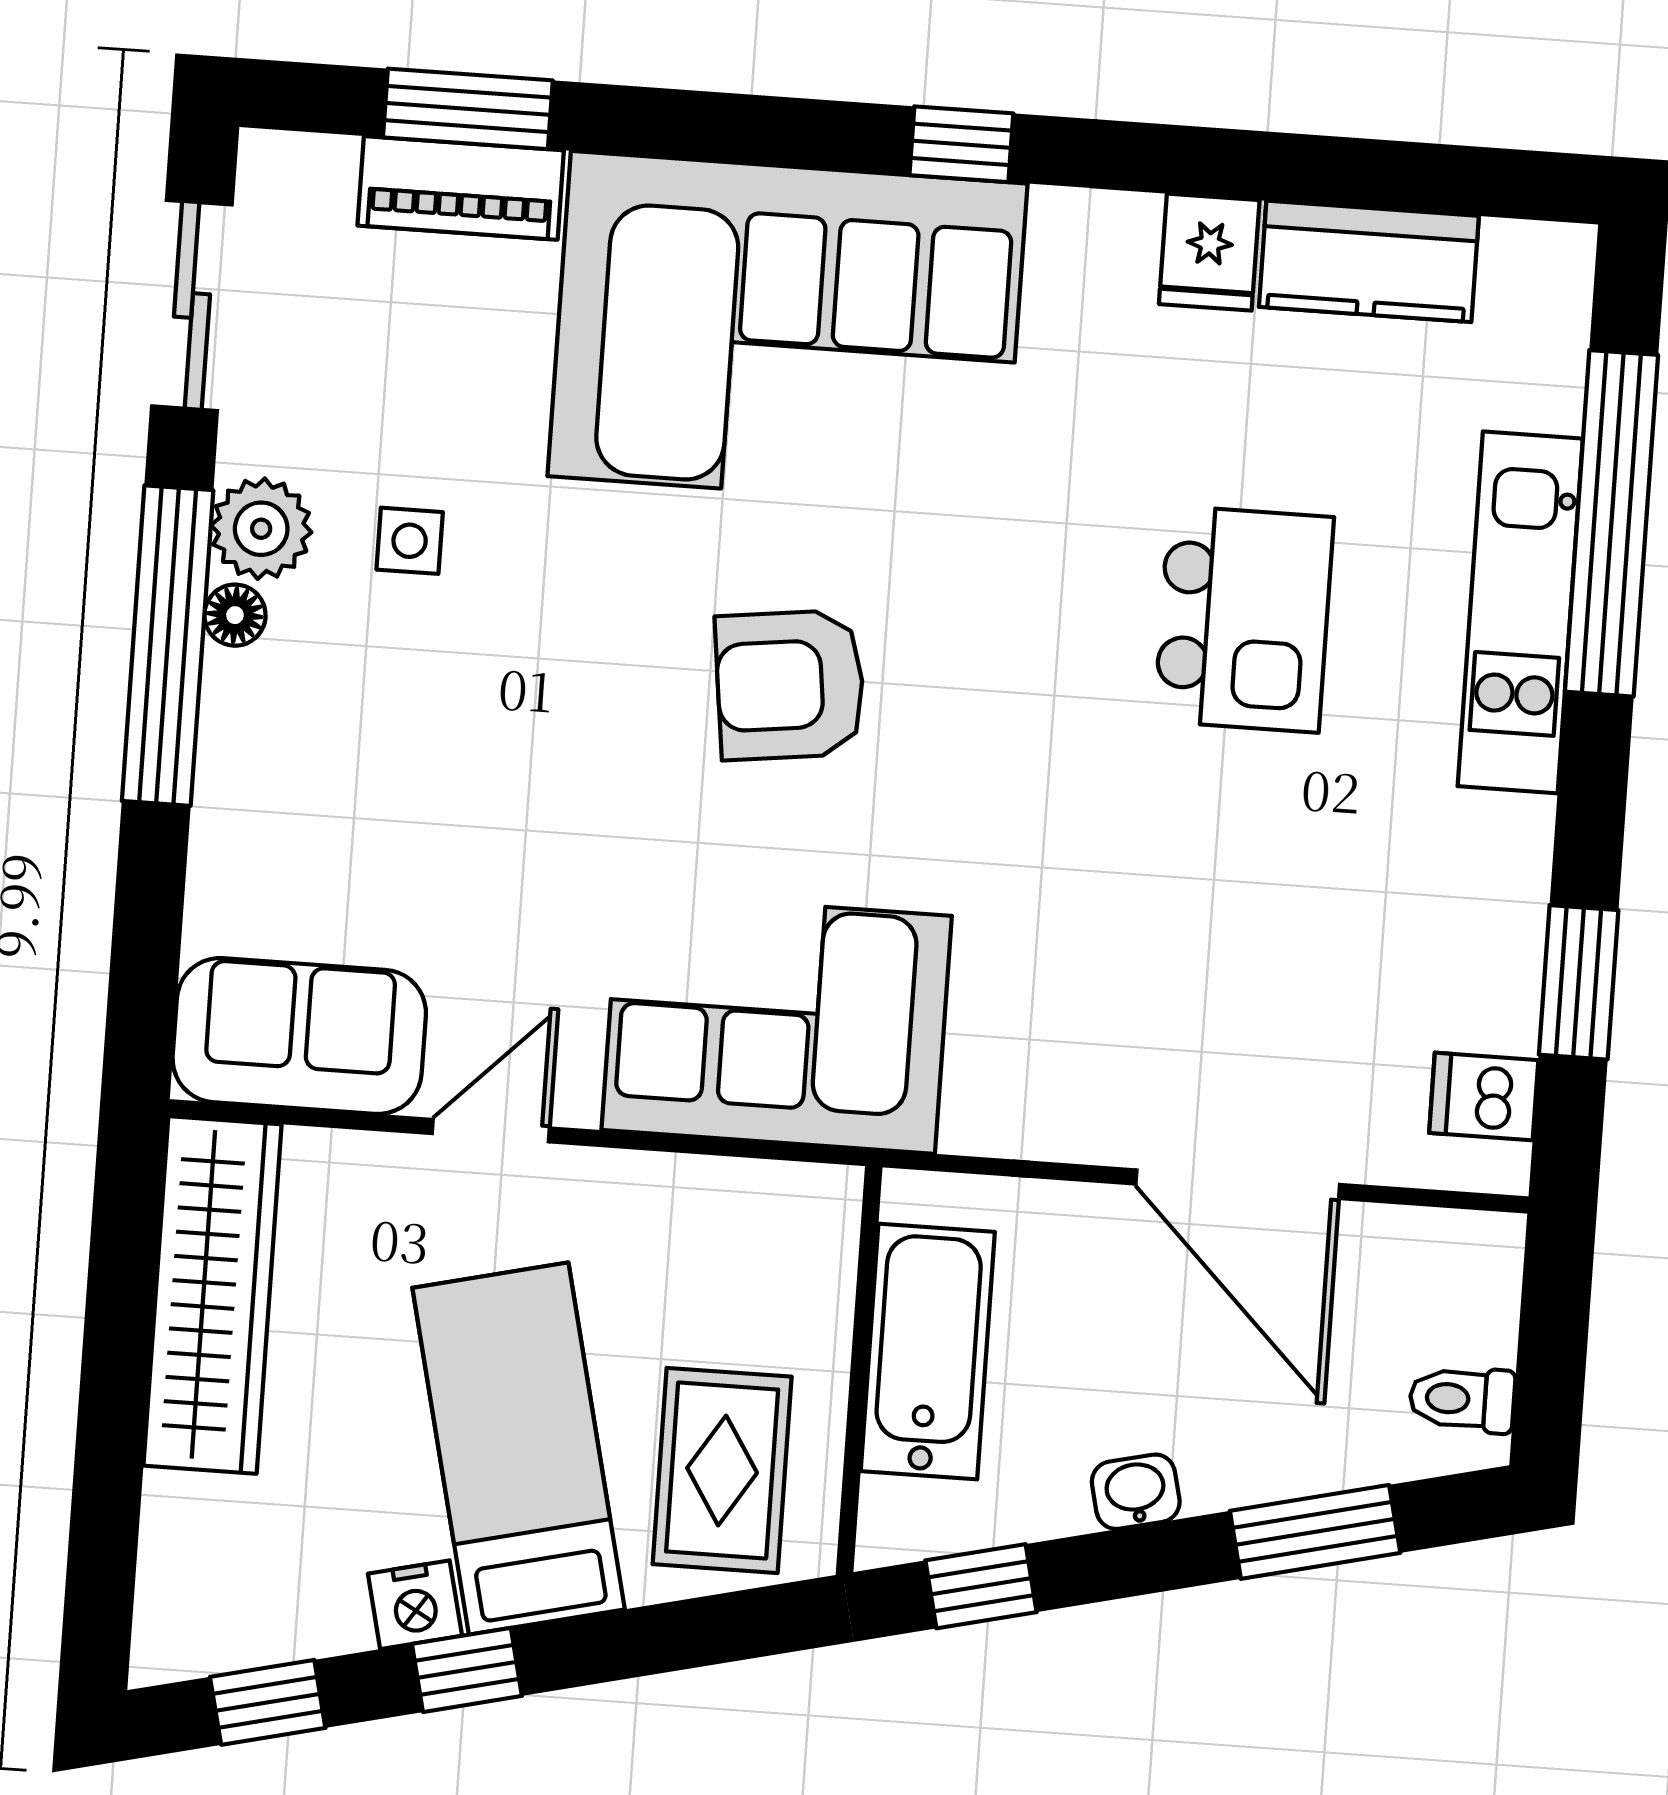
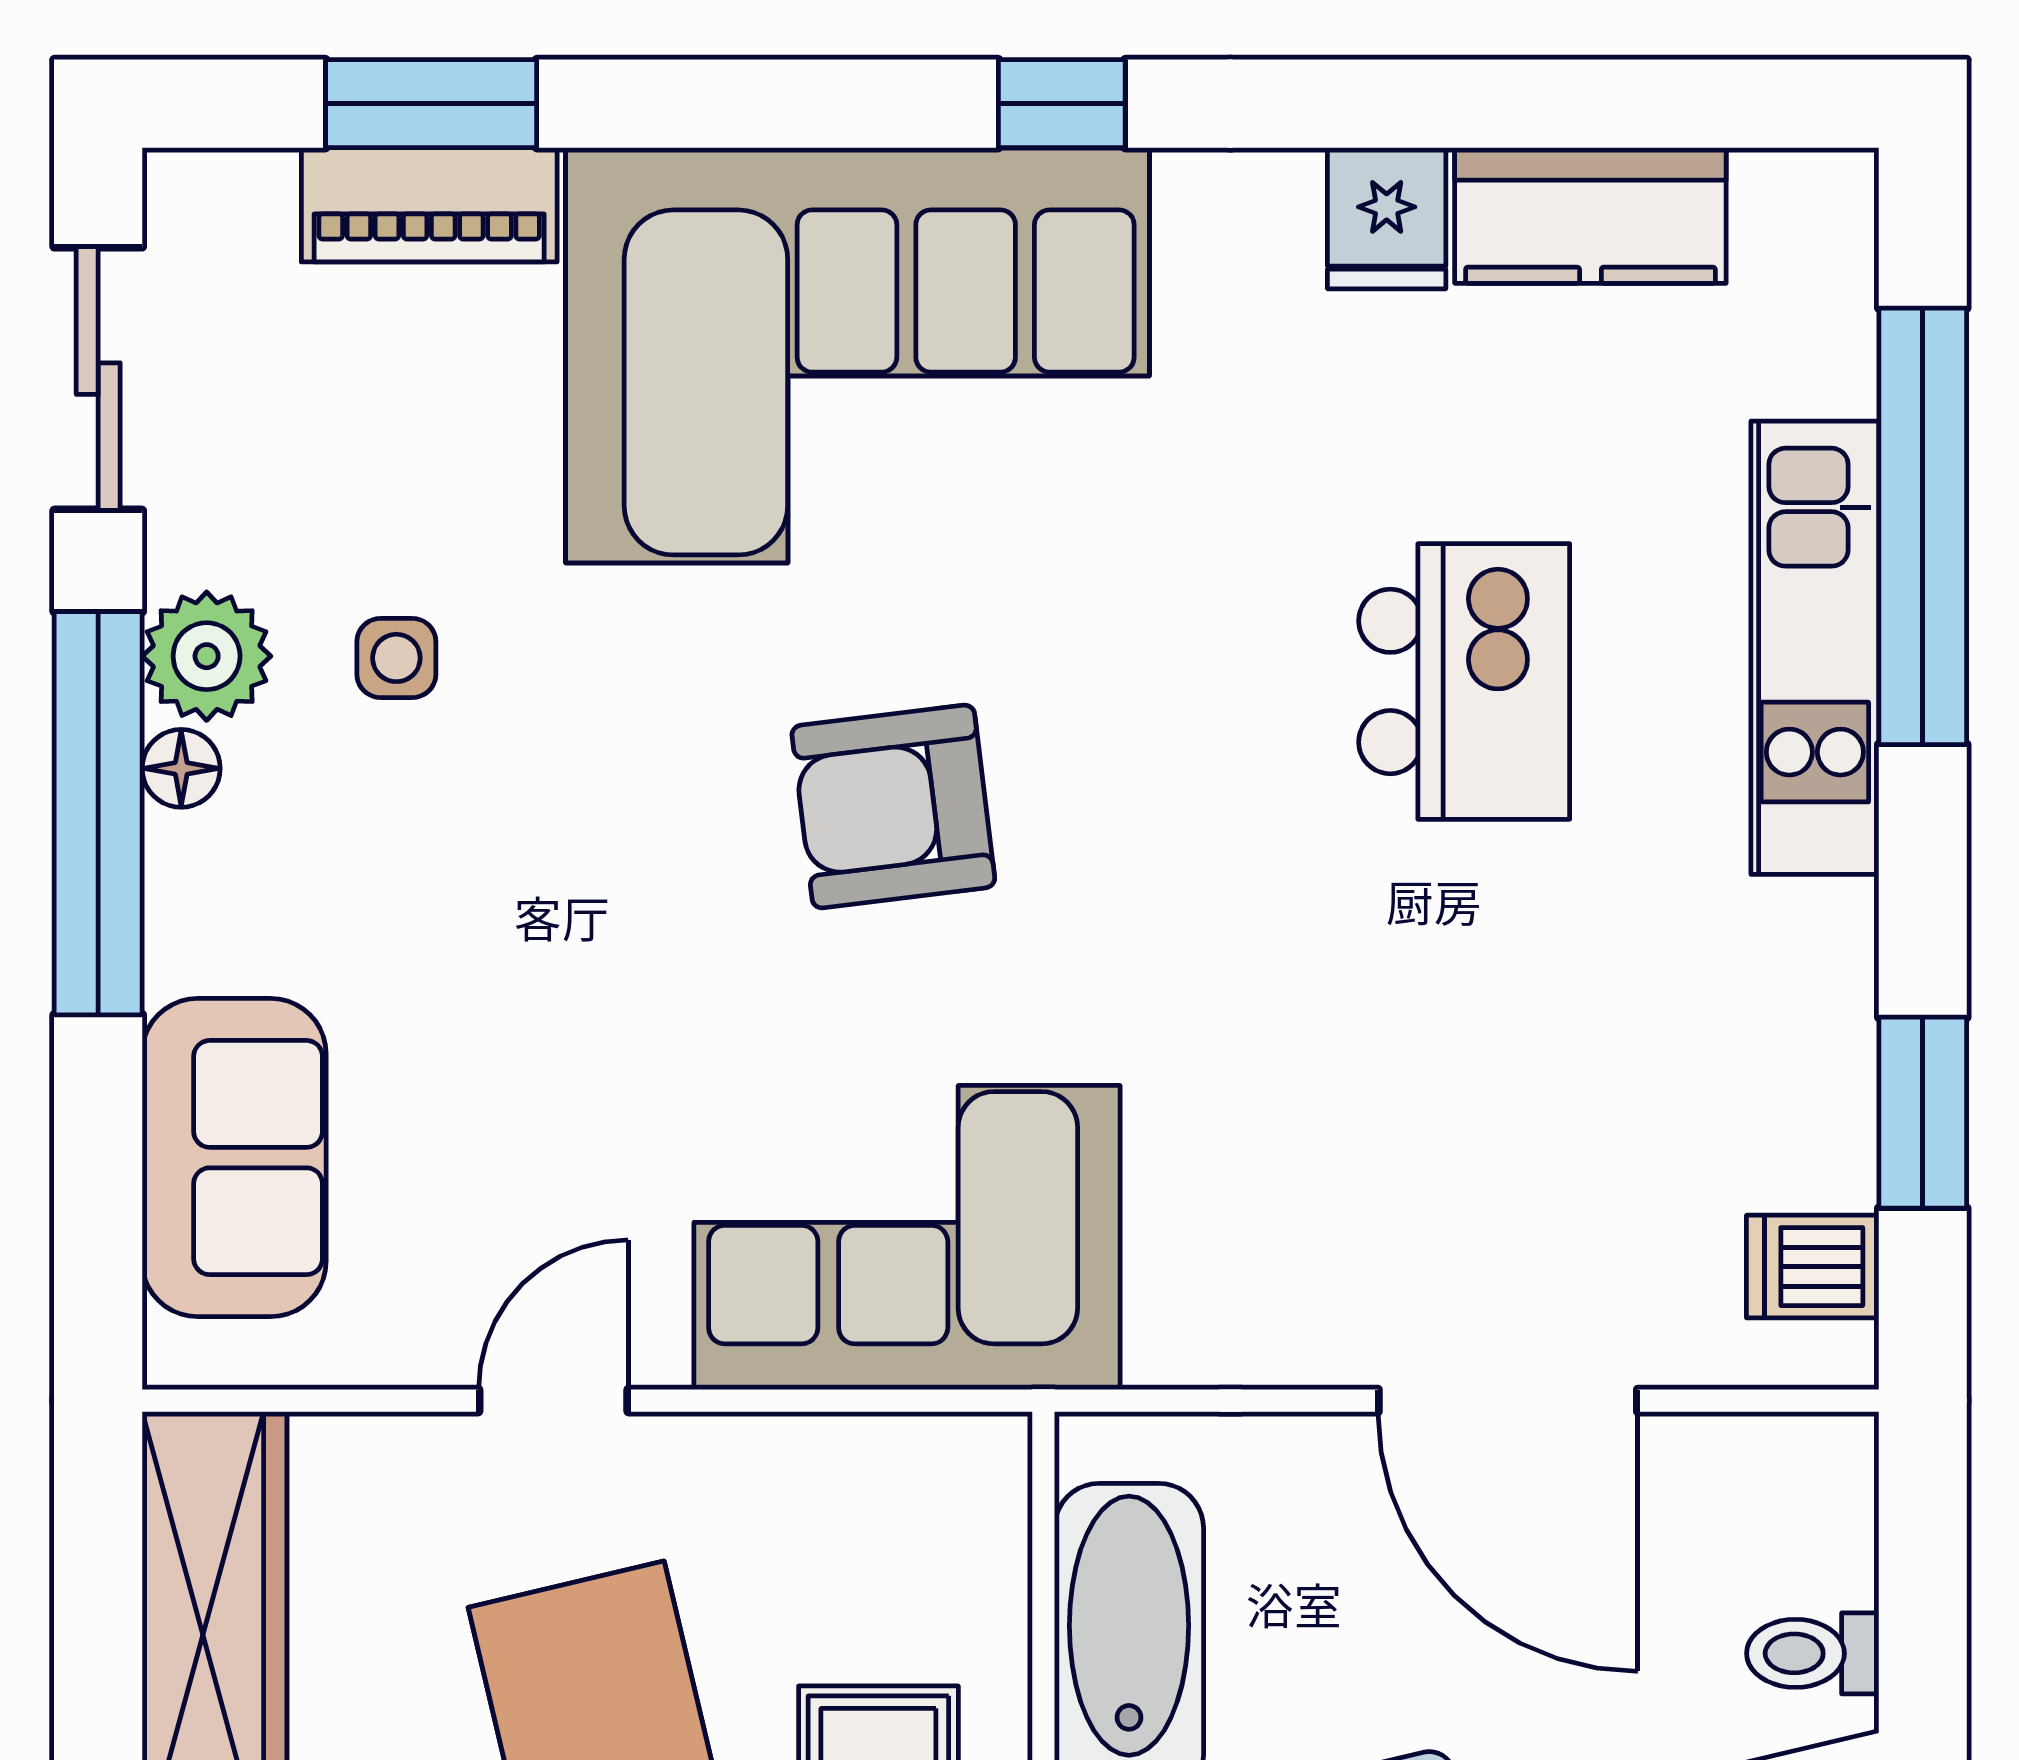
sofa: (299, 1036) -> (234, 1158), moved, turned 90

